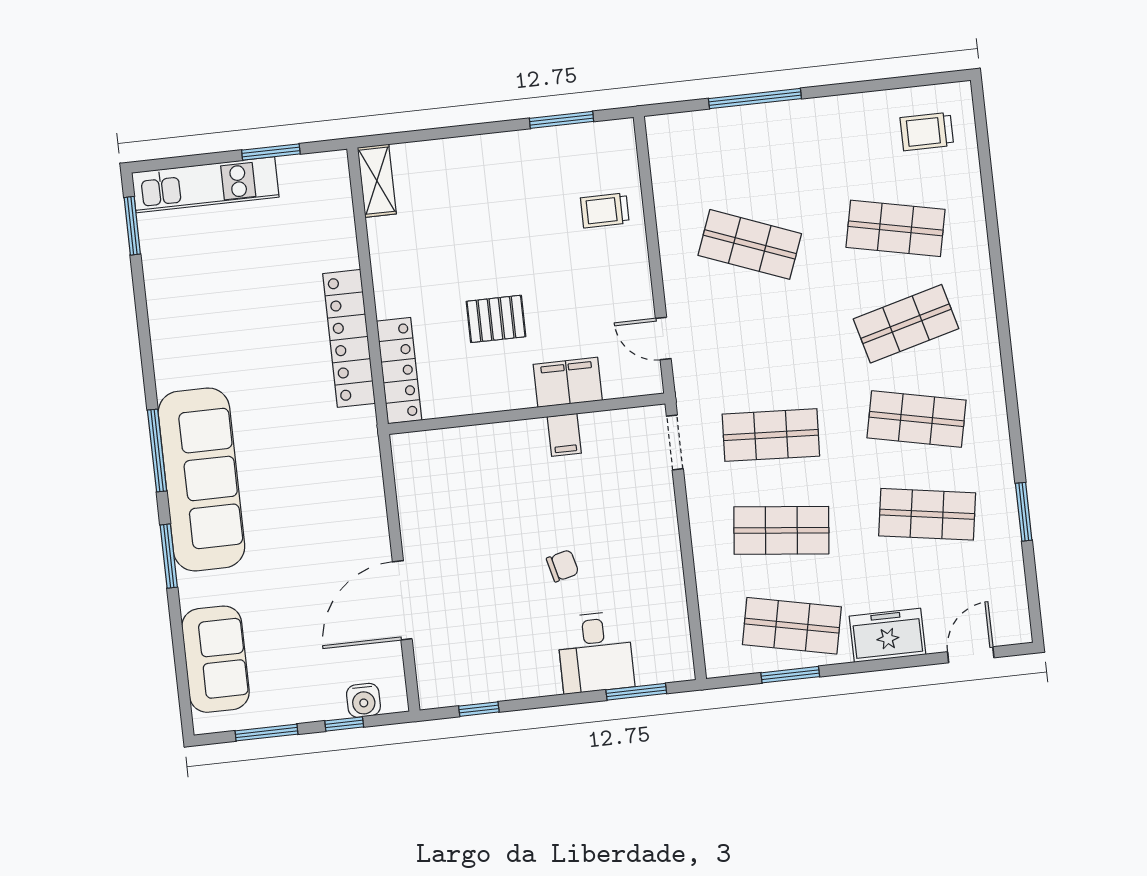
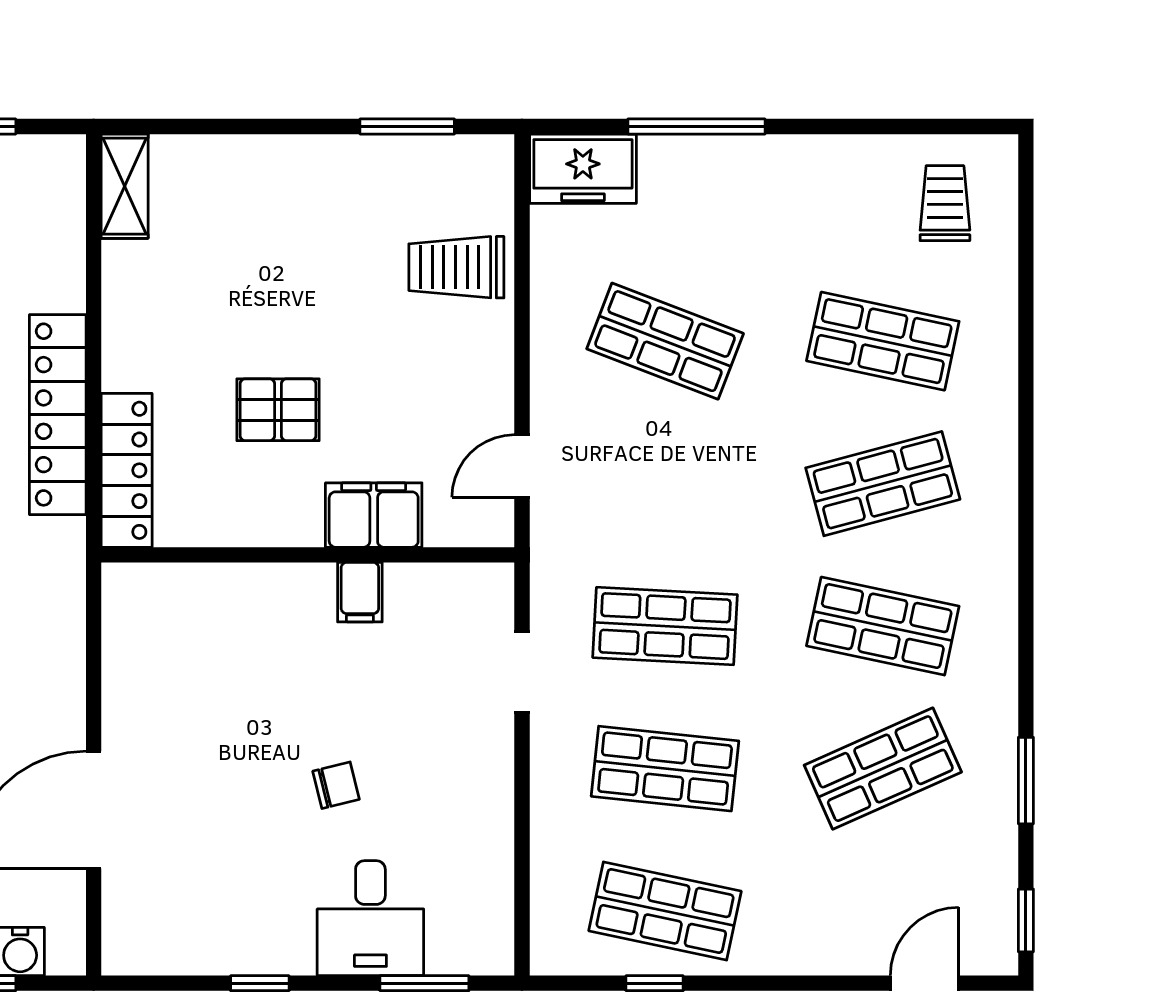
trolley: (927, 132) -> (945, 203), turned 90
trolley: (605, 210) -> (456, 267), width x1.36, depth x1.39
door: (663, 339) -> (522, 466), hinge flipped
doorway: (675, 442) -> (522, 672), moved
shop shelf: (927, 514) -> (883, 769), turned -33
window: (1034, 605) -> (1026, 920), added
freezer: (887, 635) -> (583, 169), moved, turned 180
window: (790, 675) -> (655, 983), width x0.67
window: (479, 709) -> (260, 983), moved

